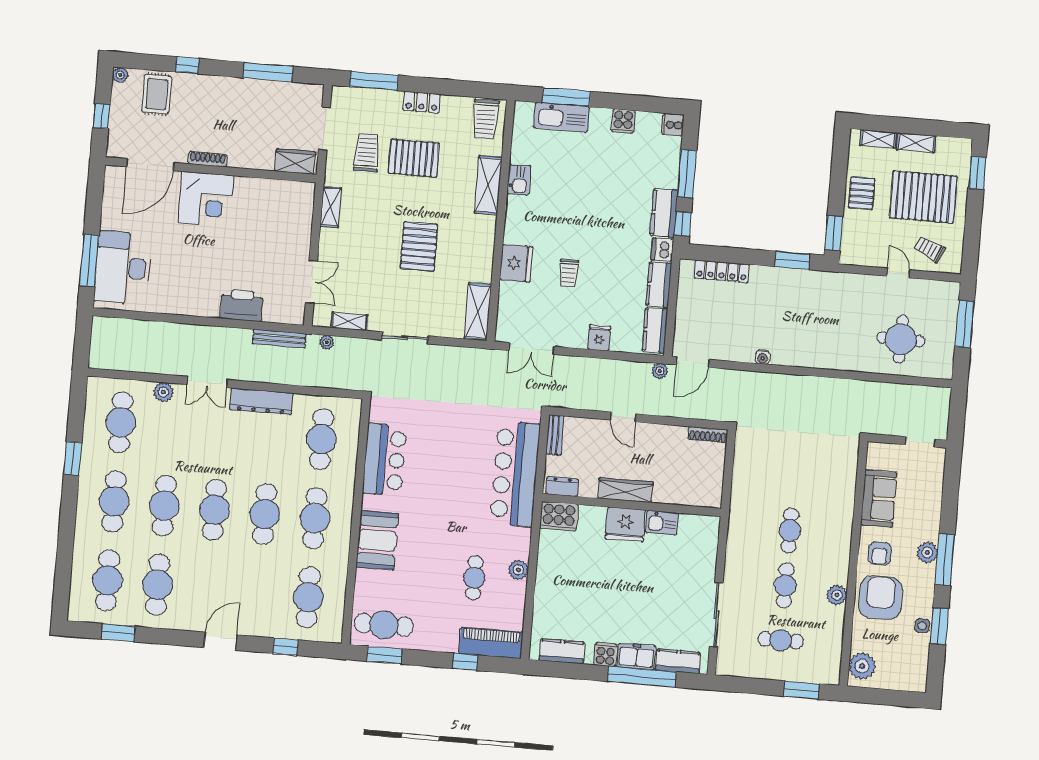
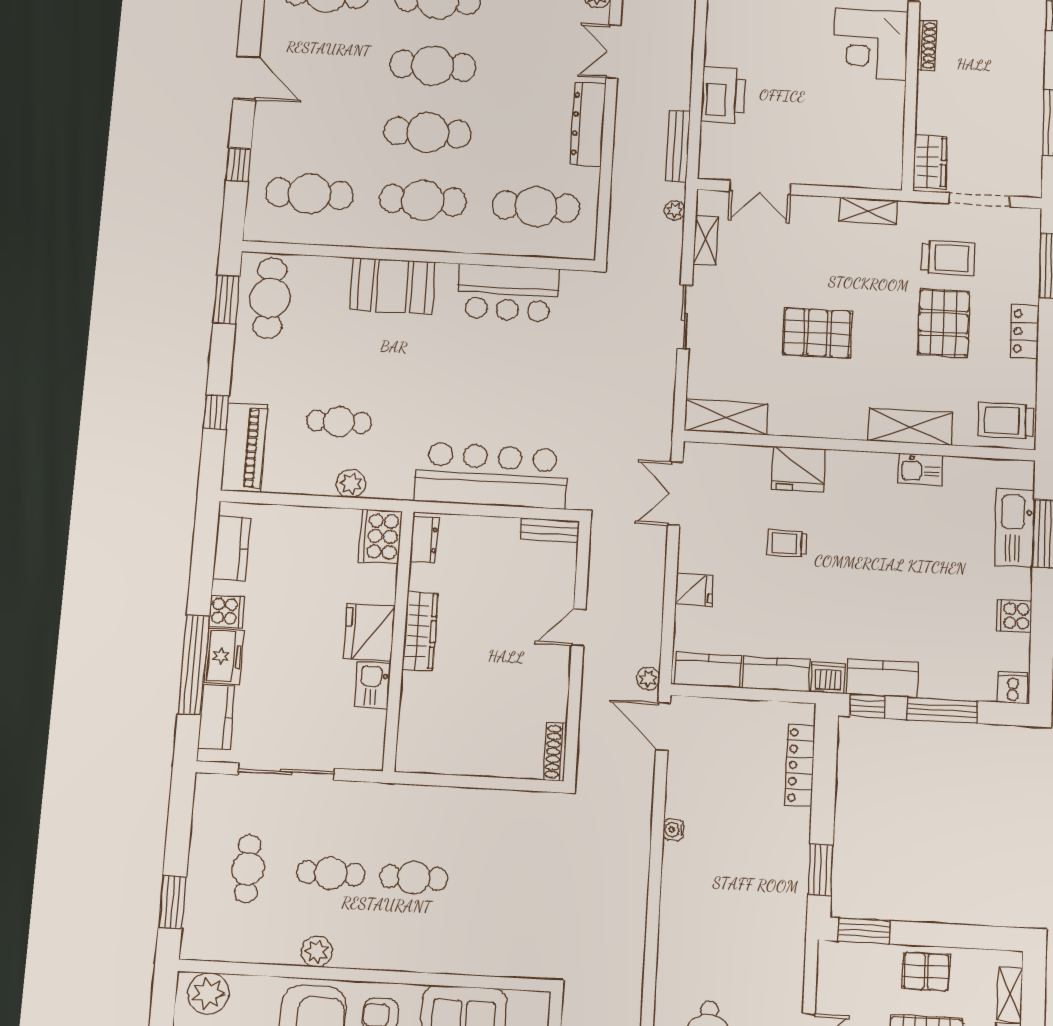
dresser: (562, 486) -> (424, 540), moved
wardrobe: (625, 490) -> (420, 631), moved
wall: (632, 505) -> (398, 640), moved
cooker: (559, 516) -> (380, 536), moved
kitchen sink: (662, 523) -> (372, 685), moved
fridge: (625, 524) -> (369, 632), moved

